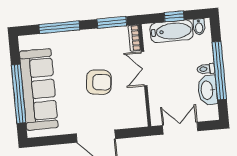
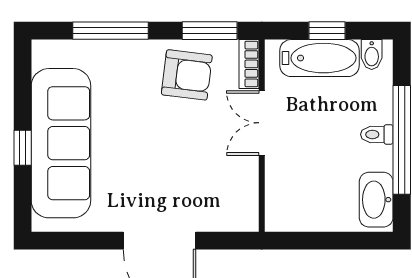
armchair: (99, 82) -> (187, 75), moved
washbasin: (207, 90) -> (376, 200), moved
window: (19, 94) -> (23, 148), width x0.32
double door: (180, 128) -> (318, 241), removed

